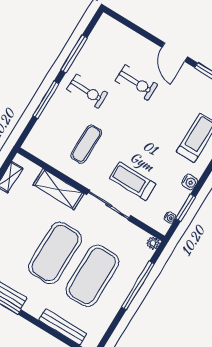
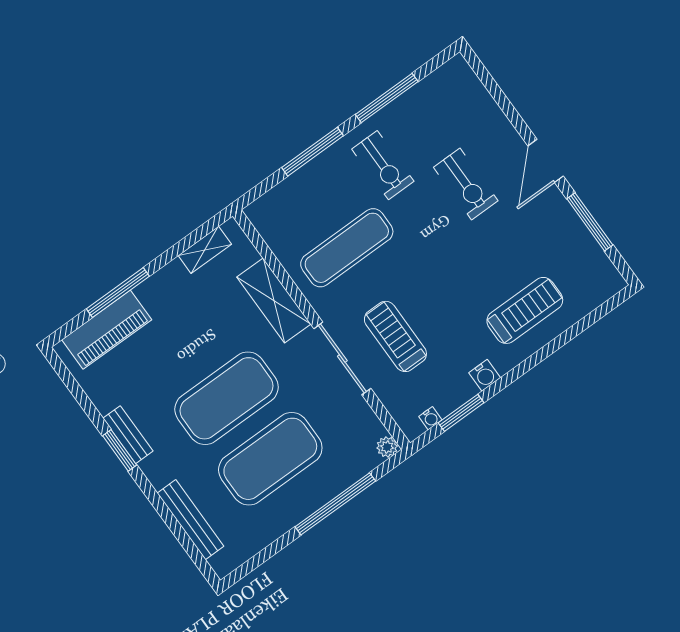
exercise mat: (86, 144) -> (347, 248), width x1.36, depth x1.45

